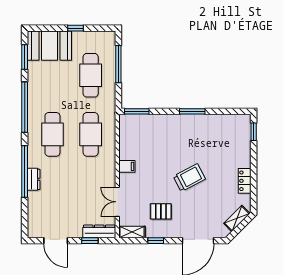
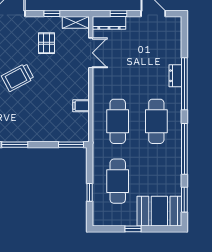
window: (118, 64) -> (90, 192), width x0.46
filing cabinet: (127, 166) -> (81, 106), moved
pallet: (161, 211) -> (47, 43), turned 90

